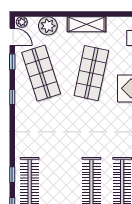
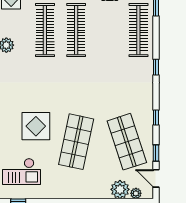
plant: (22, 22) -> (136, 193), moved
shelving: (87, 24) -> (81, 191), removed
window: (12, 175) -> (156, 67), moved

